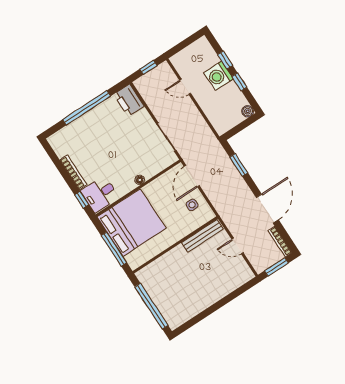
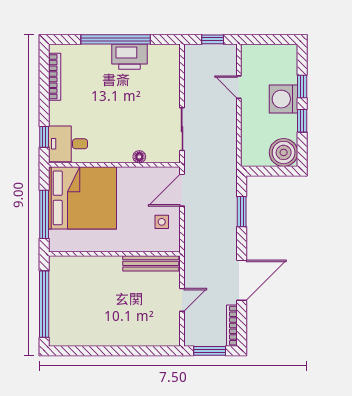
printer: (129, 100) -> (129, 57), moved, turned -90
boiler: (248, 111) -> (284, 152), width x1.86, depth x1.86
bookcase: (73, 172) -> (55, 77), moved
floor lamp: (140, 180) -> (139, 157), moved
door: (237, 246) -> (182, 300), swing flipped

